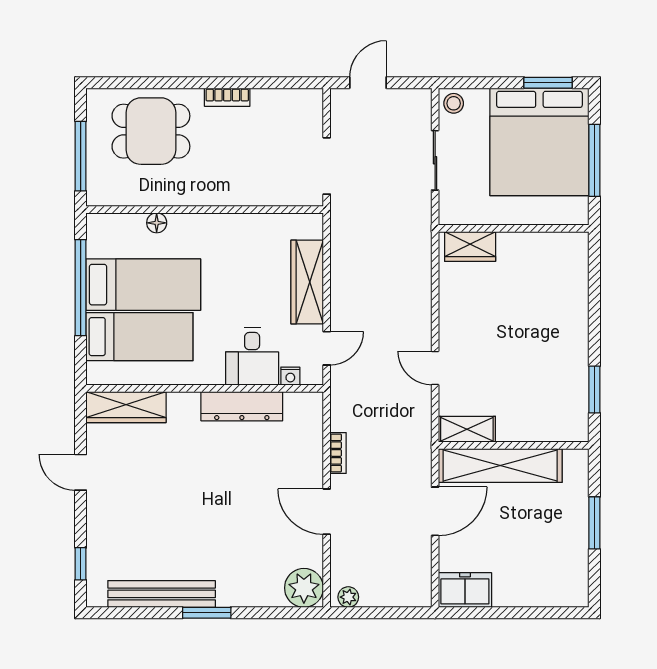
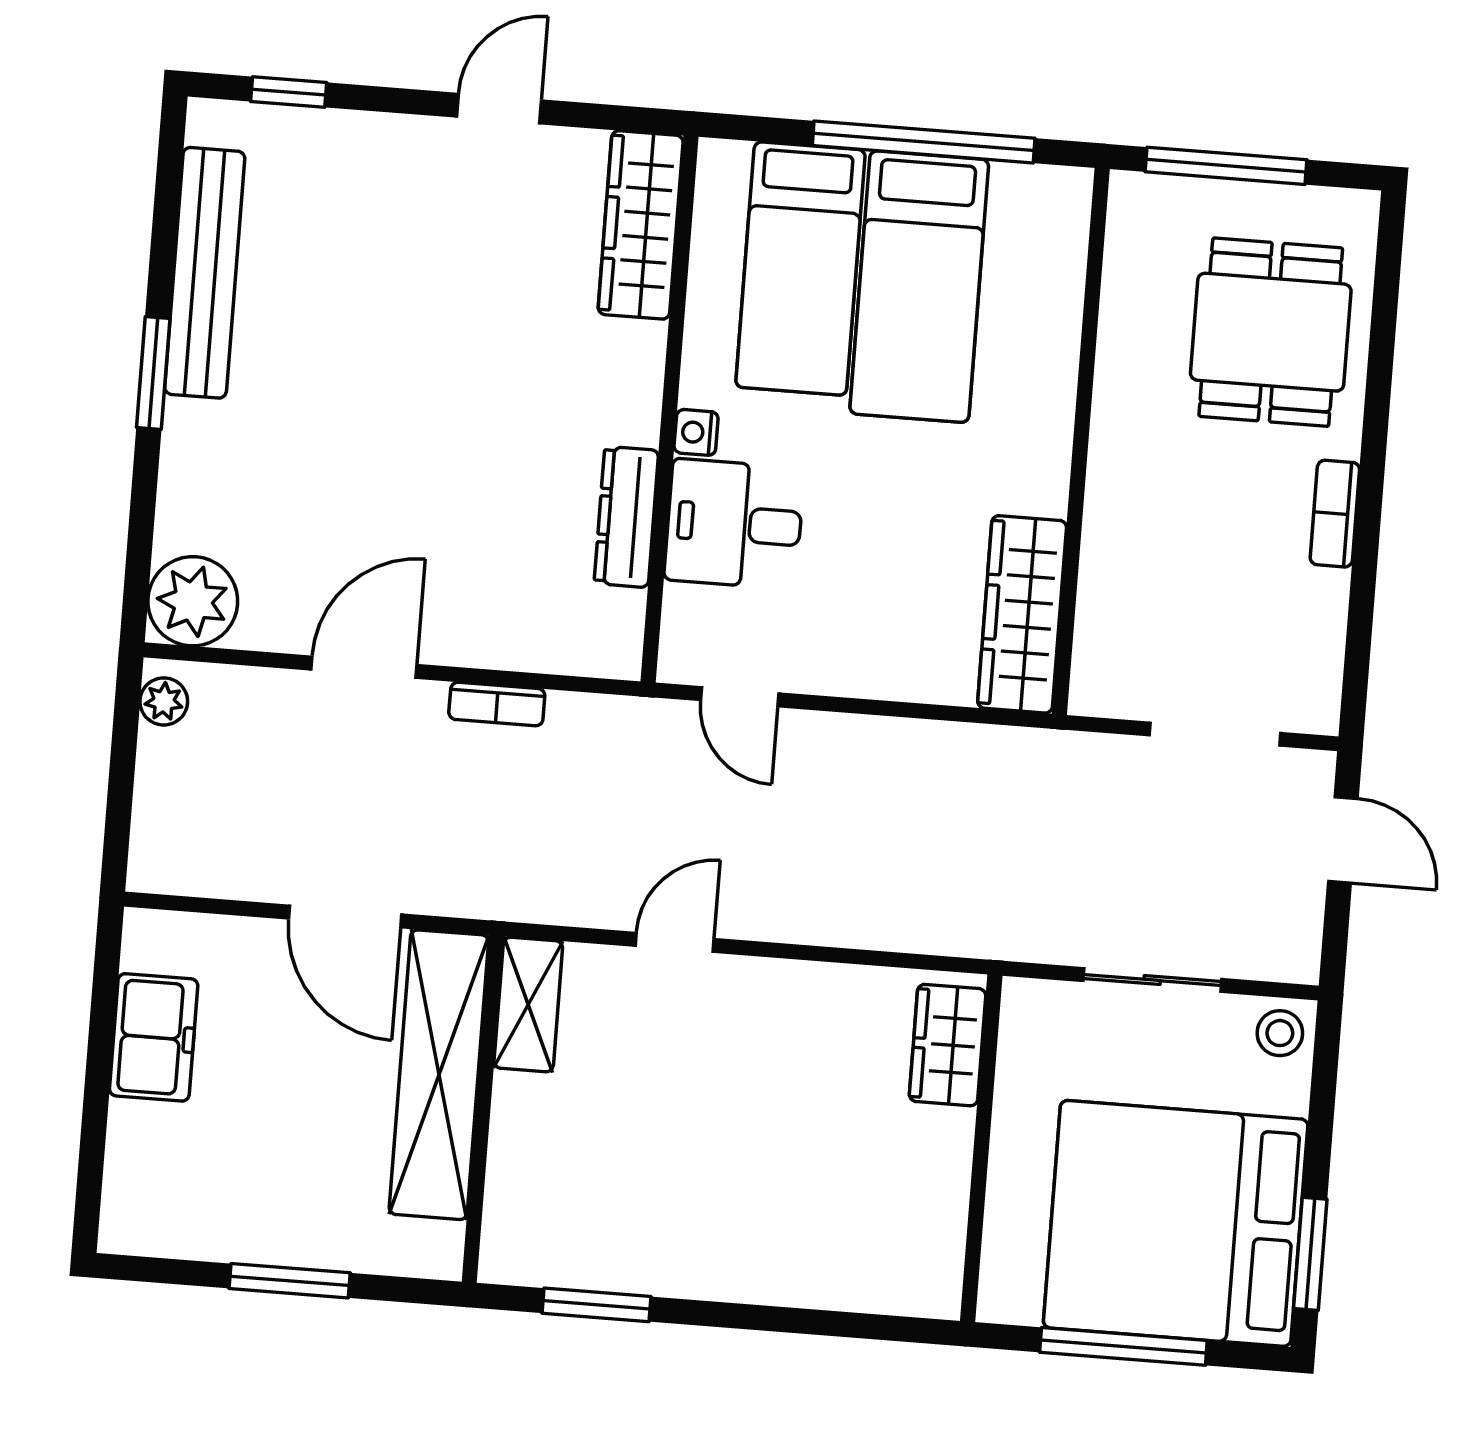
doorway: (327, 166) -> (1215, 734), moved
floor lamp: (157, 223) -> (1059, 329), removed
wardrobe: (307, 282) -> (1022, 614), moved, turned -90
nightstand: (290, 376) -> (696, 432), moved
dresser: (242, 406) -> (626, 517), width x0.73, depth x0.80
freezer: (465, 590) -> (154, 1037), moved

